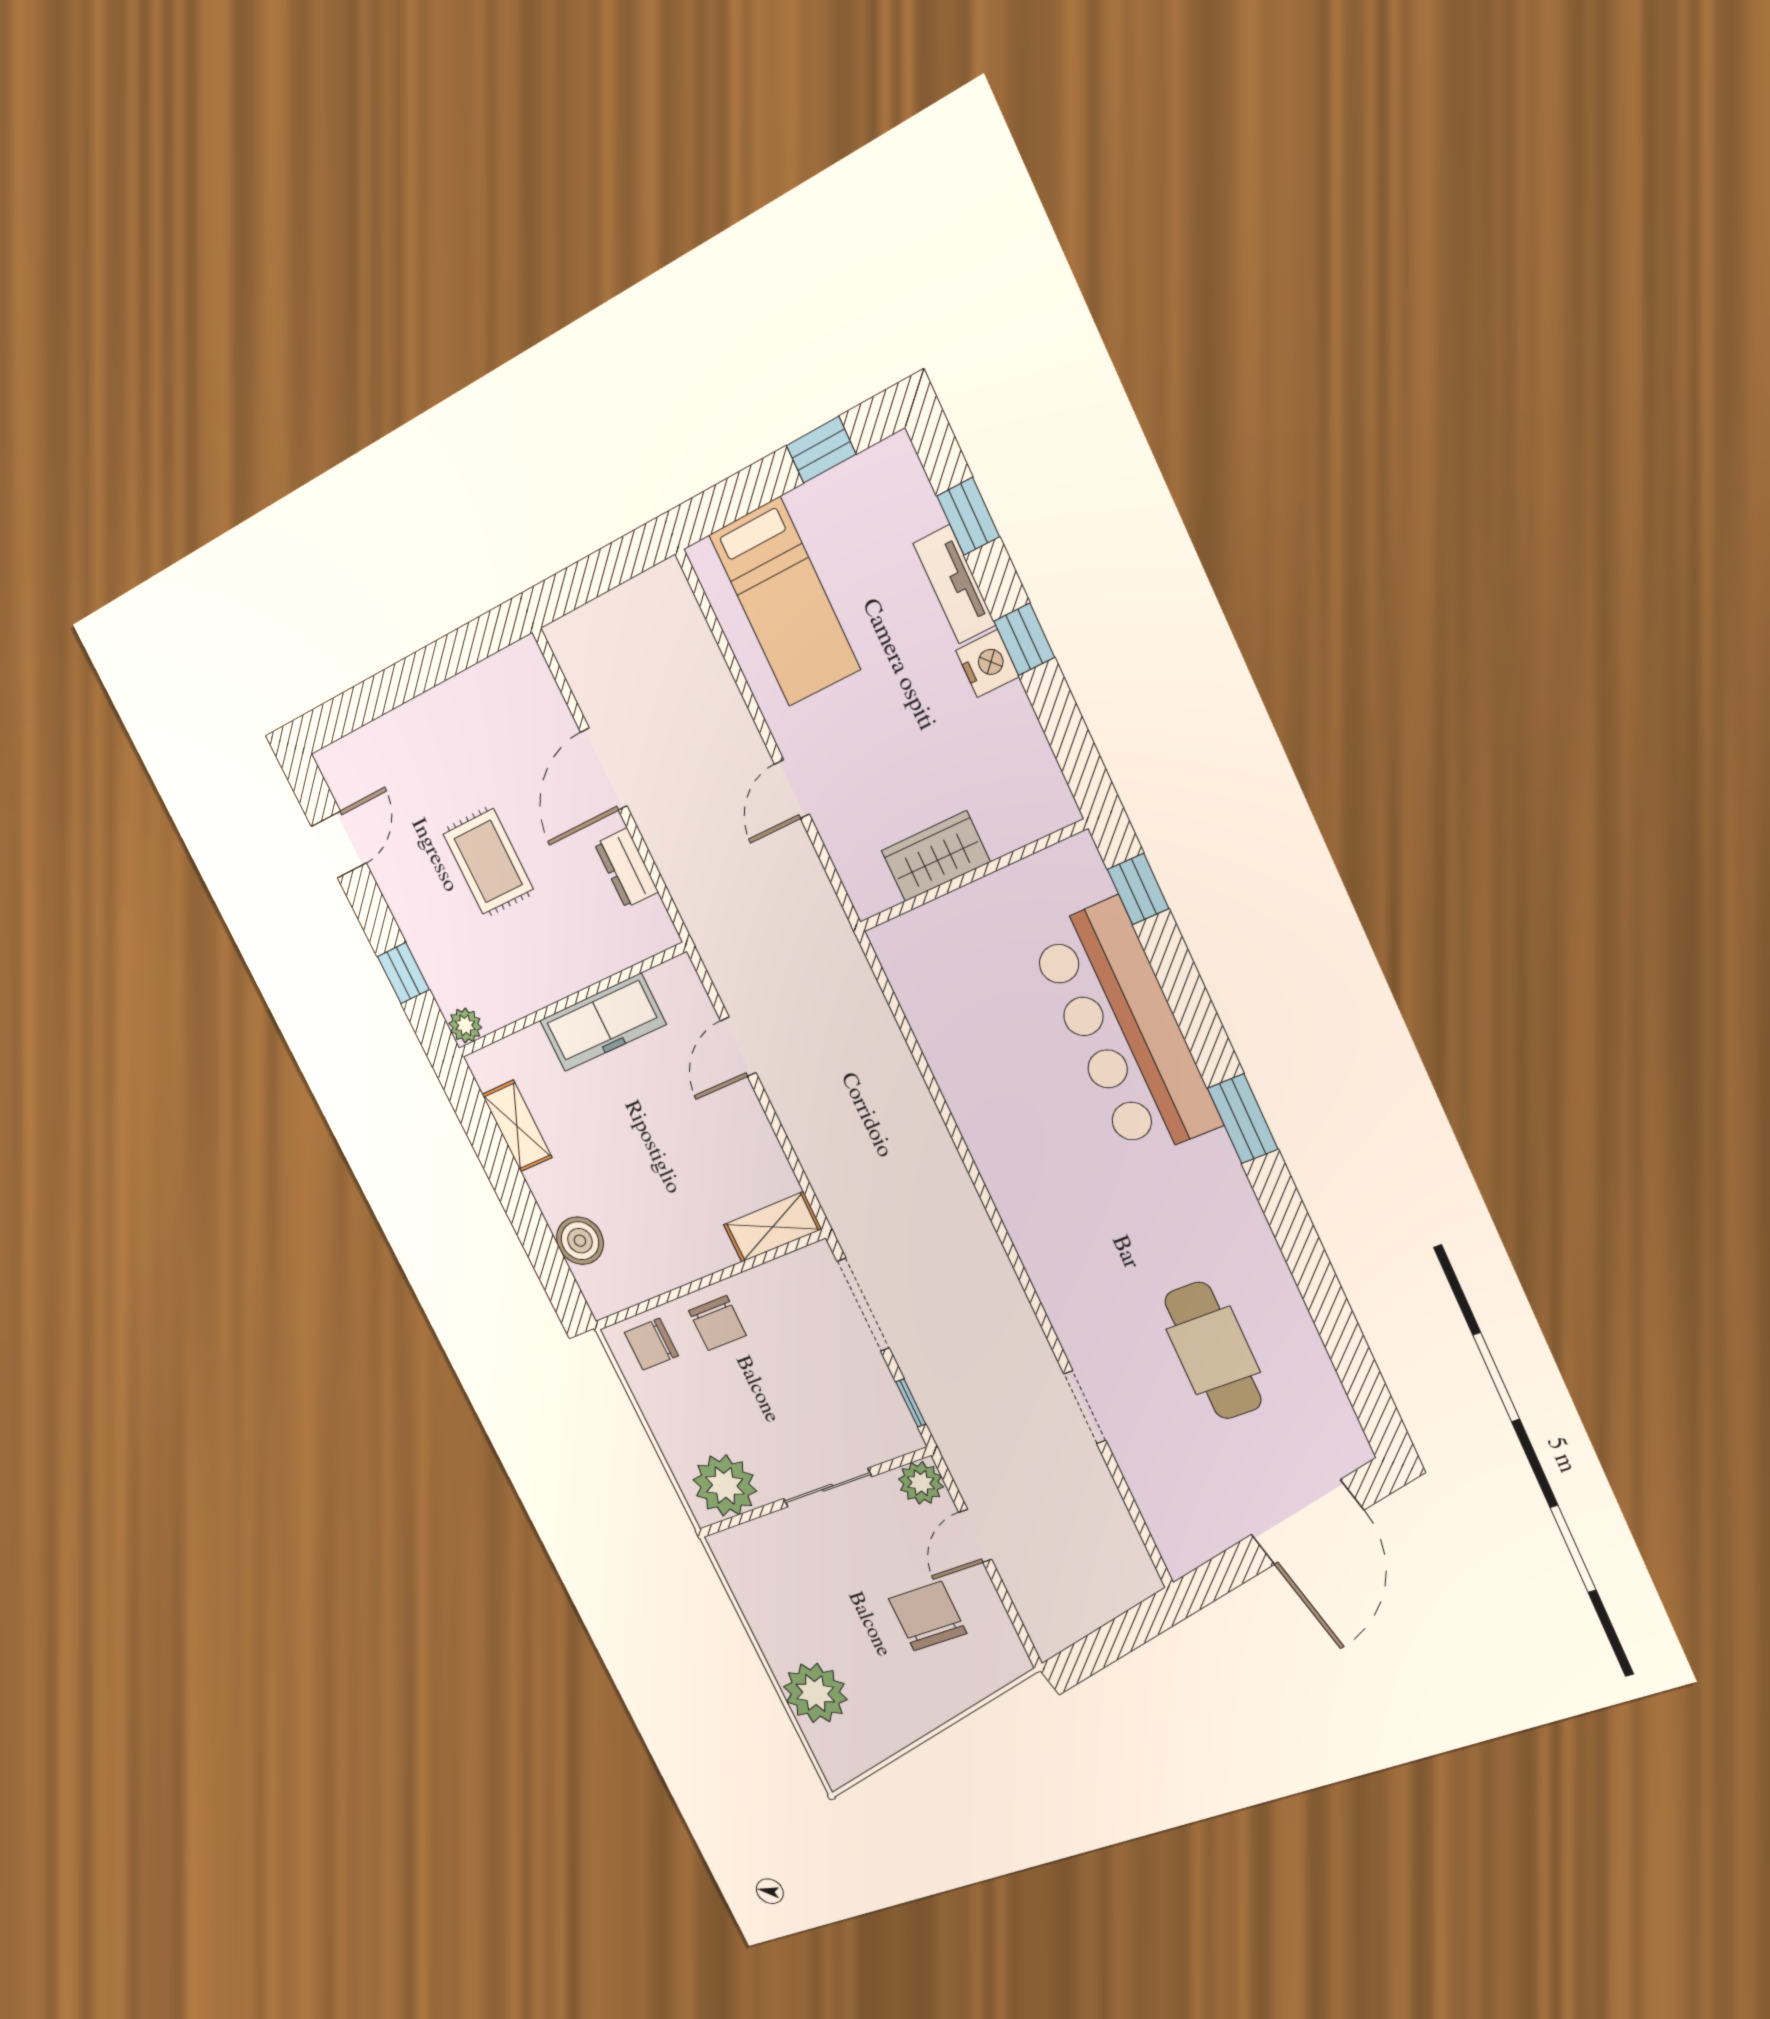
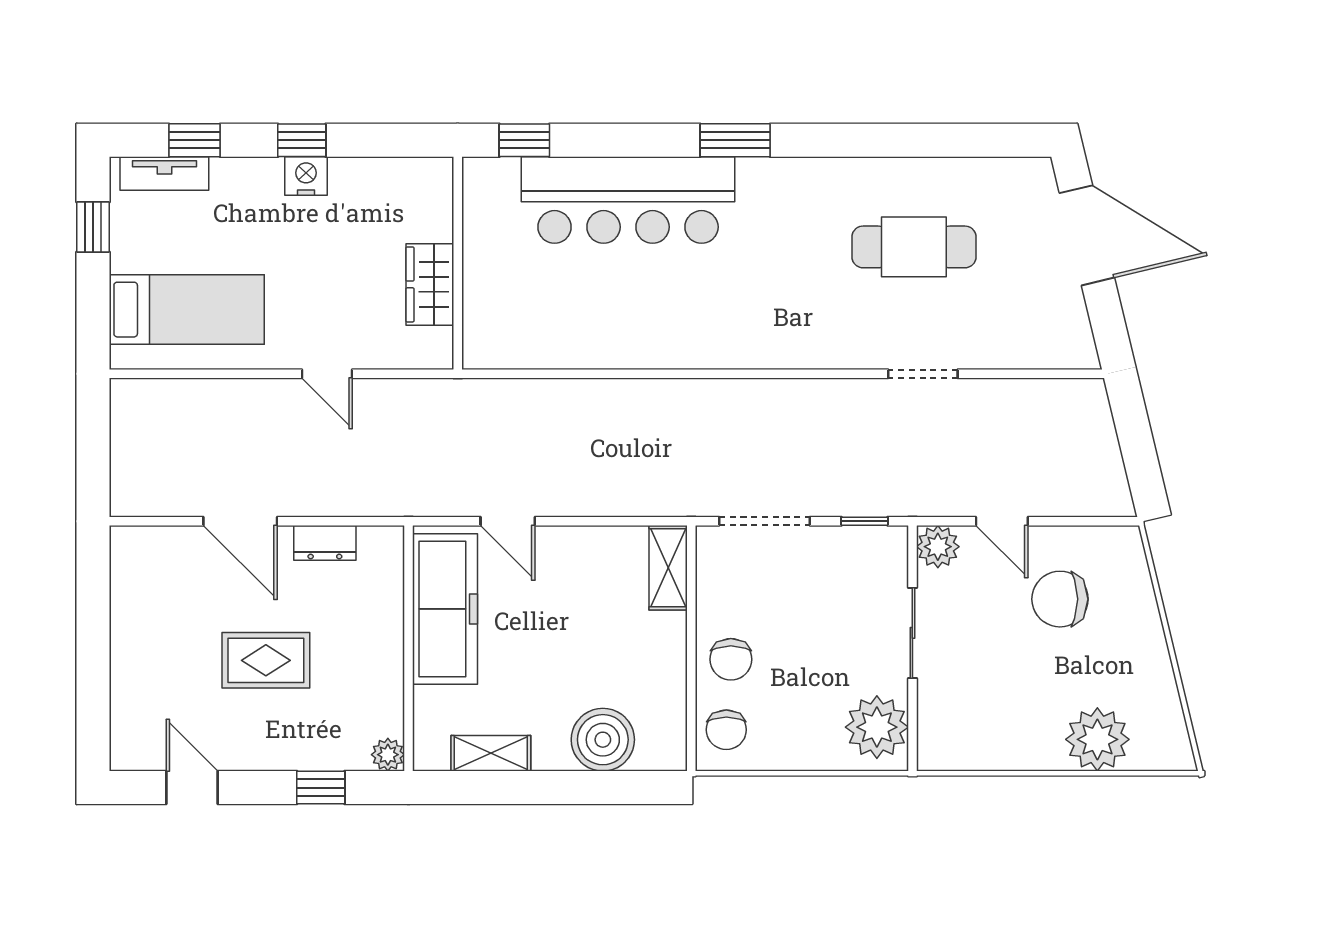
tv unit: (954, 584) -> (164, 174), moved
freezer: (603, 1023) -> (445, 609), width x1.36, depth x1.26
boiler: (580, 1241) -> (603, 740), width x1.37, depth x1.37
chair: (717, 1323) -> (731, 659), turned 90

